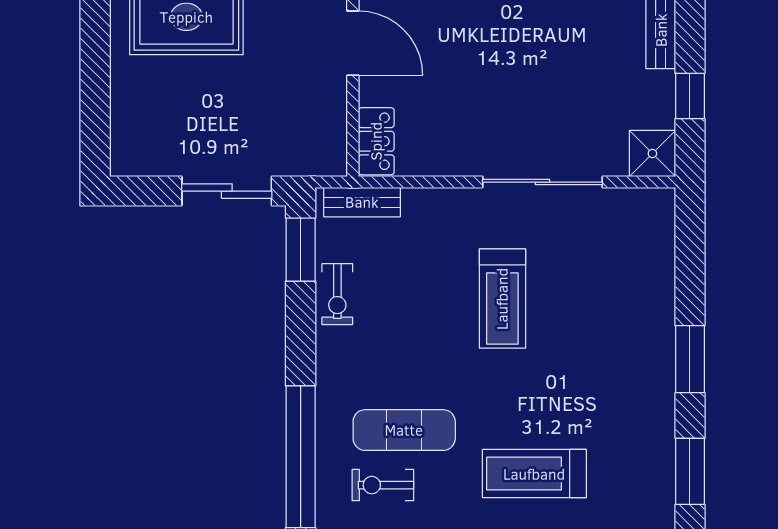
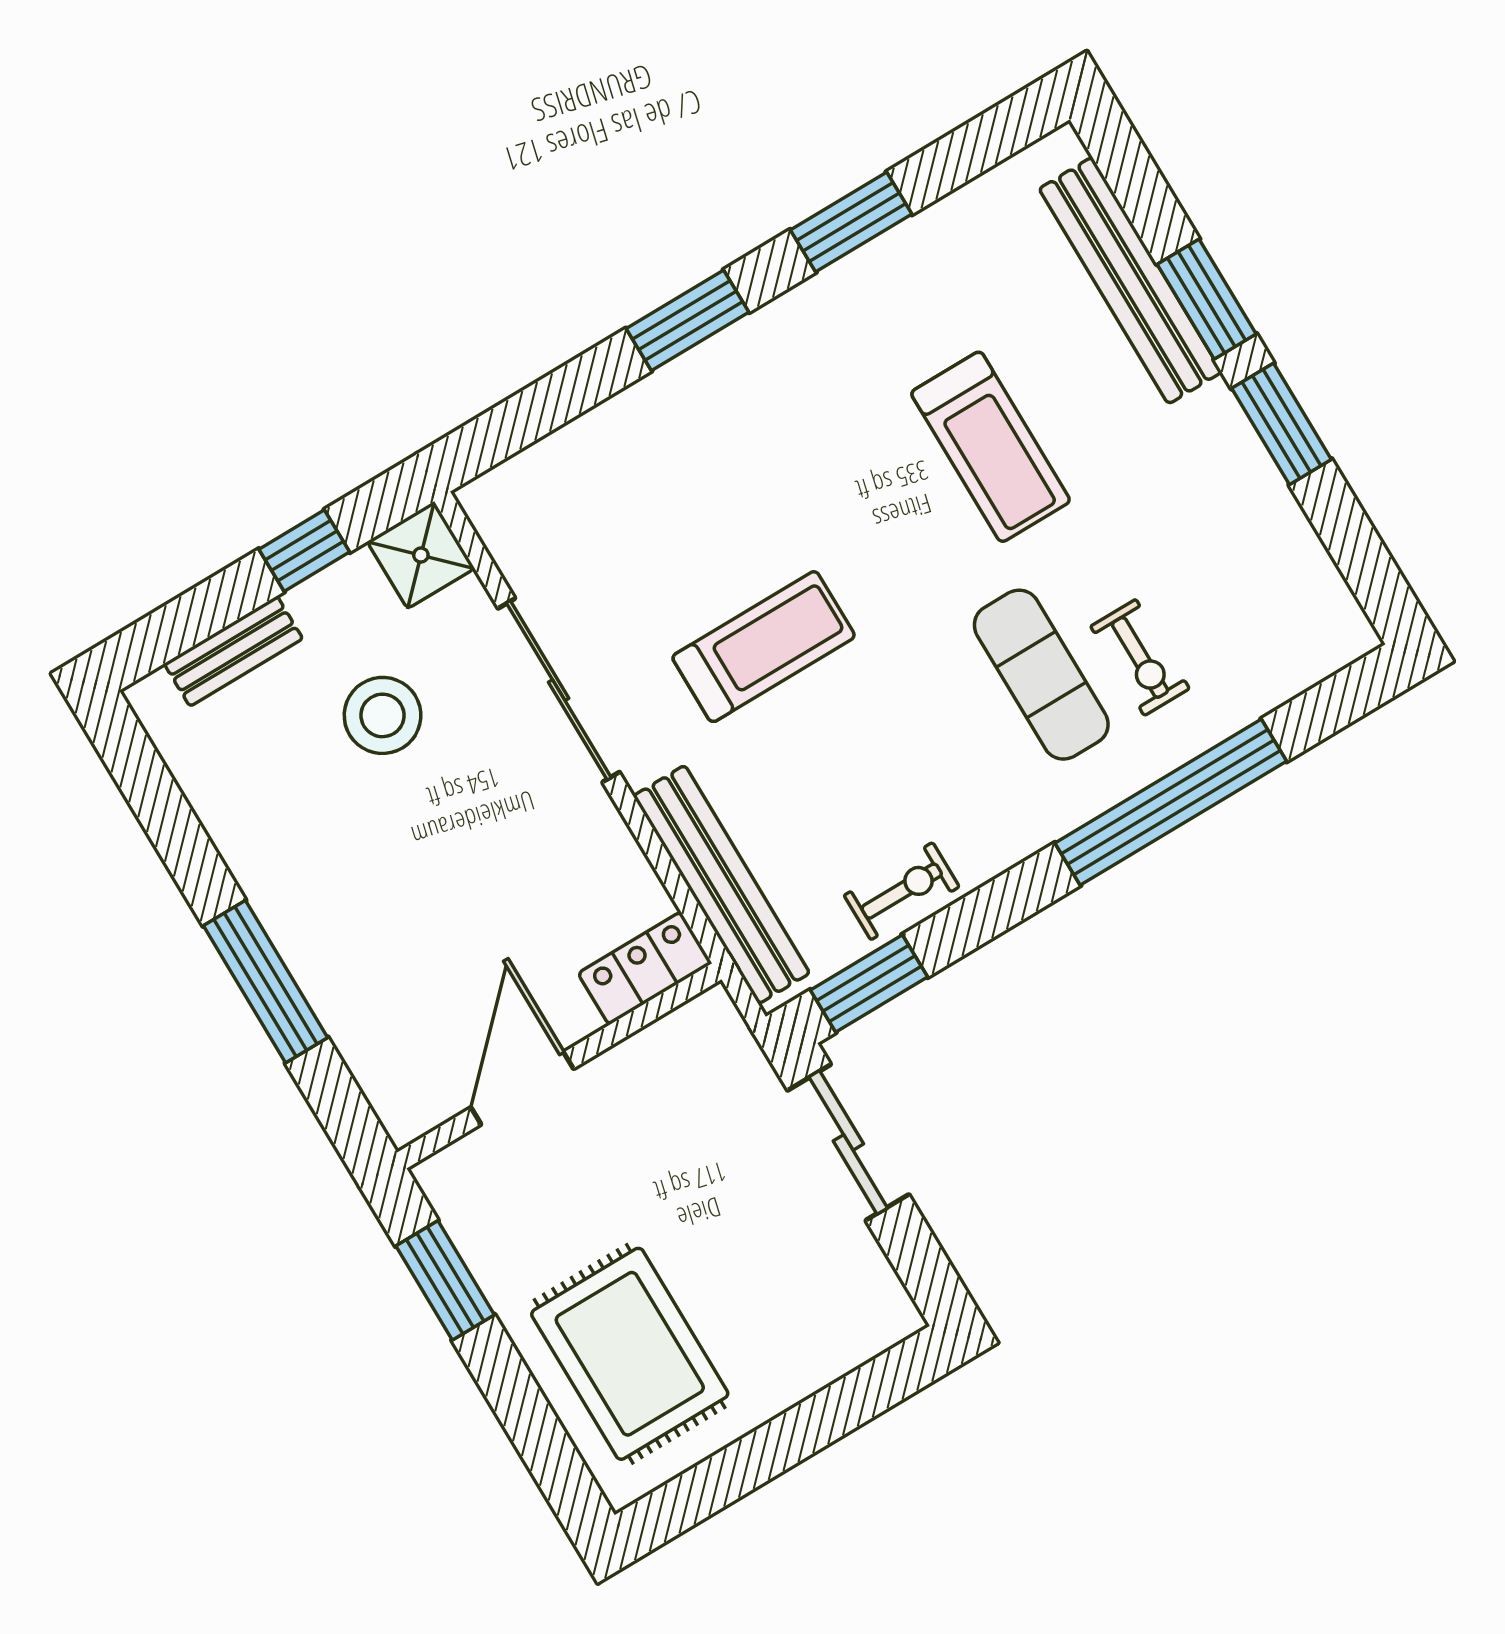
stool: (583, 86) -> (383, 715), added
bench: (362, 202) -> (722, 885), width x1.86, depth x1.21

